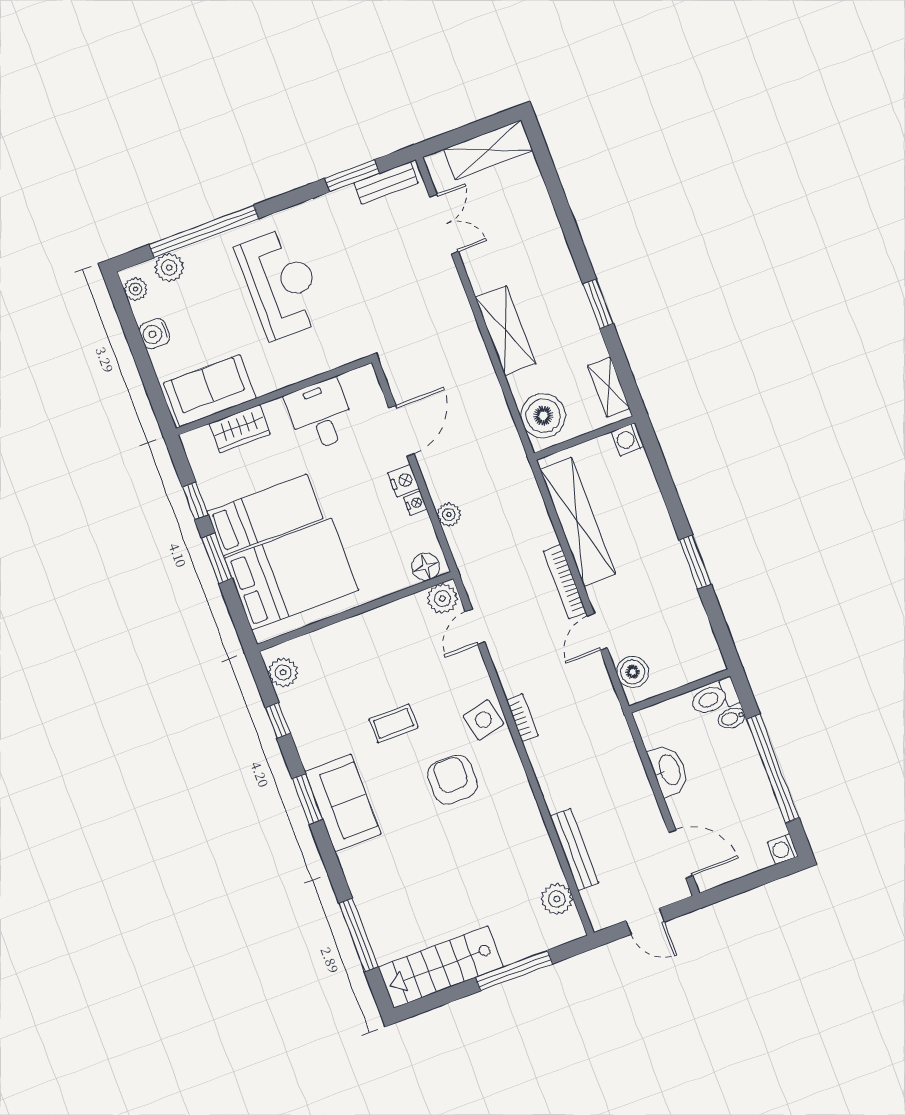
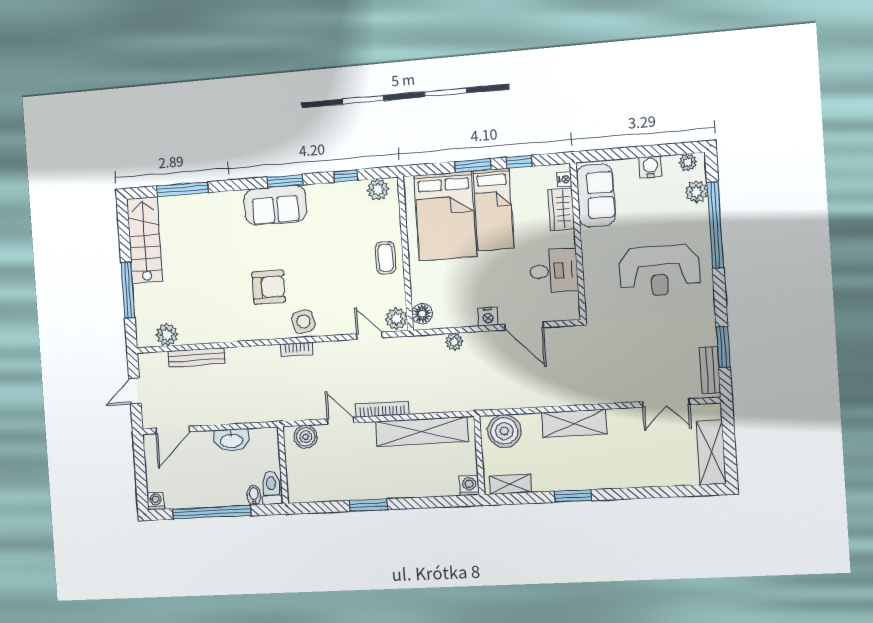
nightstand: (415, 503) -> (564, 179), moved, turned -90
coffee table: (394, 723) -> (386, 258), moved

